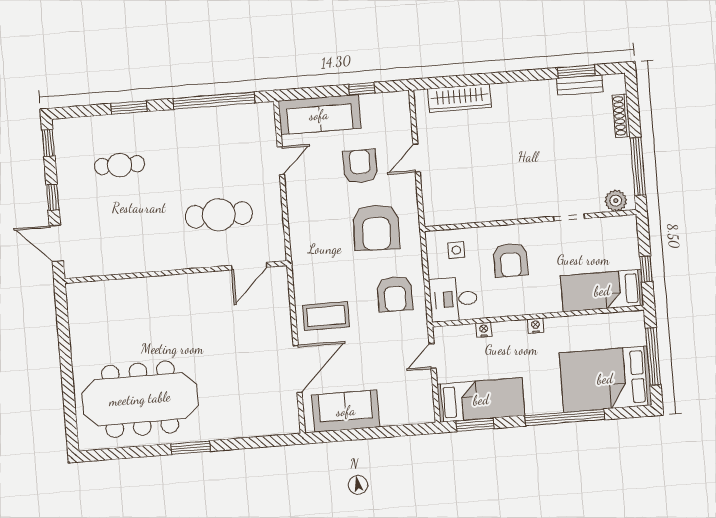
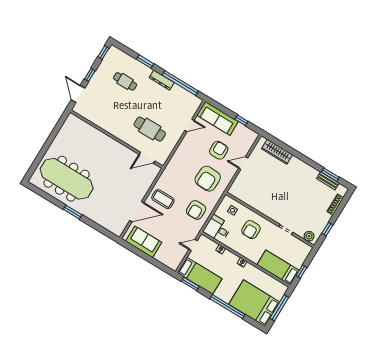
dresser: (179, 118) -> (162, 80), added
window: (638, 166) -> (327, 229), width x0.46

